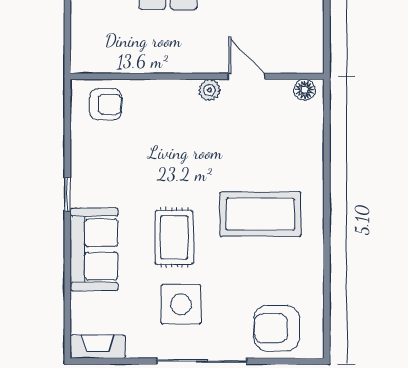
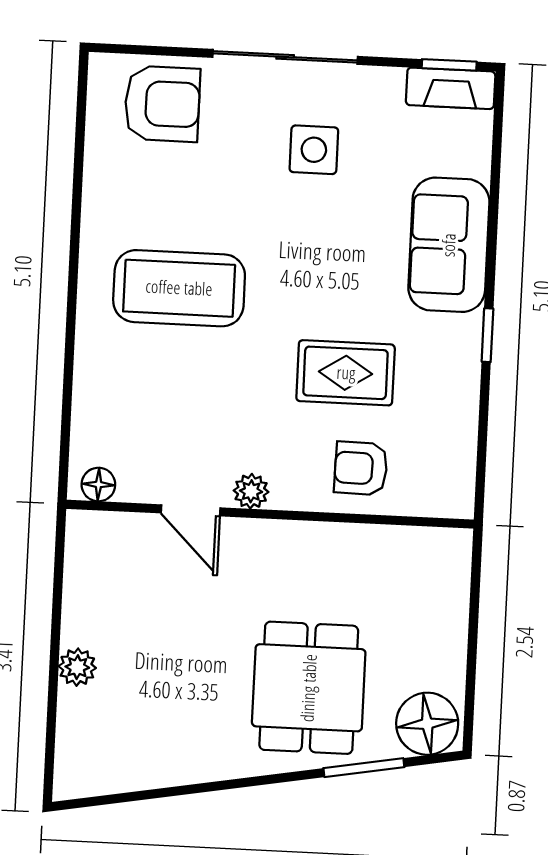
armchair: (106, 104) -> (361, 468), moved
rug: (174, 237) -> (346, 373), moved, turned 90
side table: (181, 304) -> (314, 150), width x0.73, depth x0.73
window: (99, 361) -> (449, 65), added

